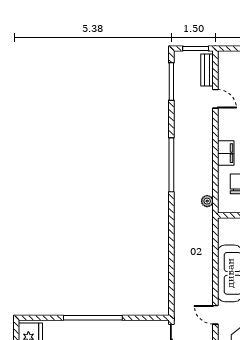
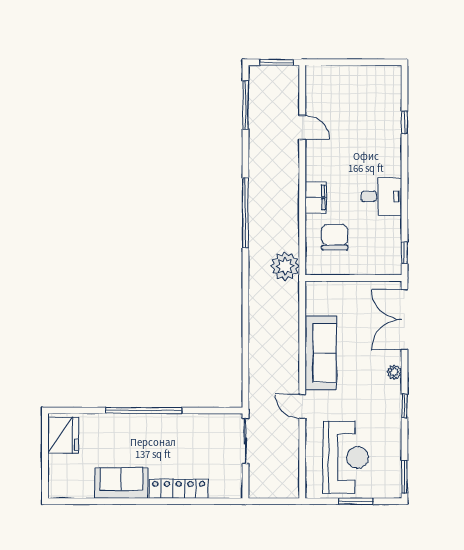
bench: (207, 70) -> (291, 90), removed
plant: (207, 201) -> (285, 266), width x1.88, depth x1.88

